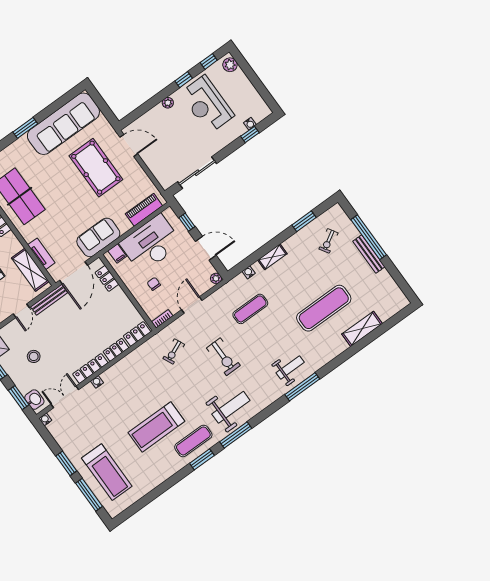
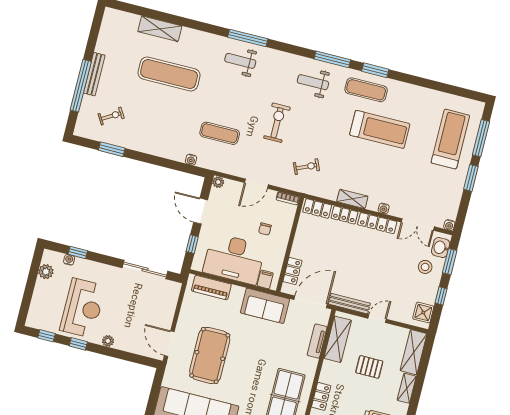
plant: (230, 65) -> (46, 272), moved
shelving: (272, 257) -> (352, 199), moved
stool: (34, 356) -> (425, 267), moved
weight bench: (231, 407) -> (313, 82), width x0.73, depth x0.75

